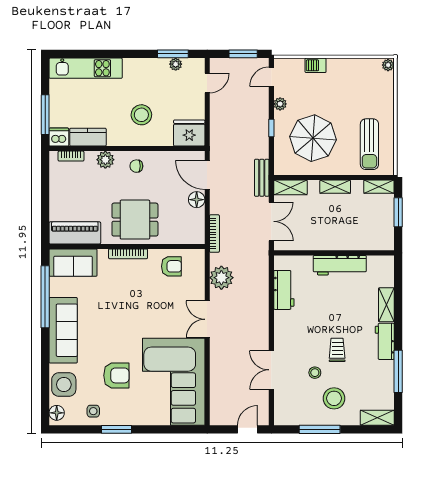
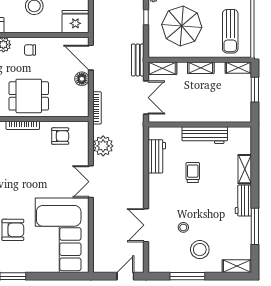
trolley: (337, 350) -> (193, 172), moved

